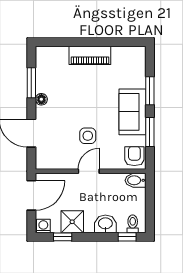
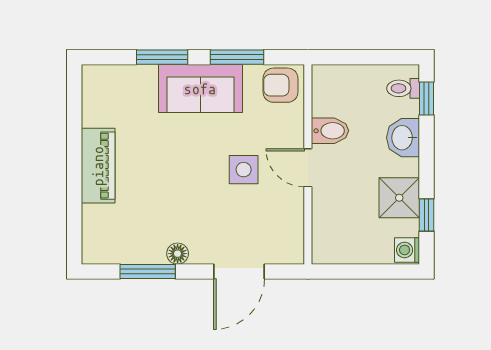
bidet: (136, 180) -> (330, 131), moved, turned -90
door: (31, 195) -> (352, 272), removed

